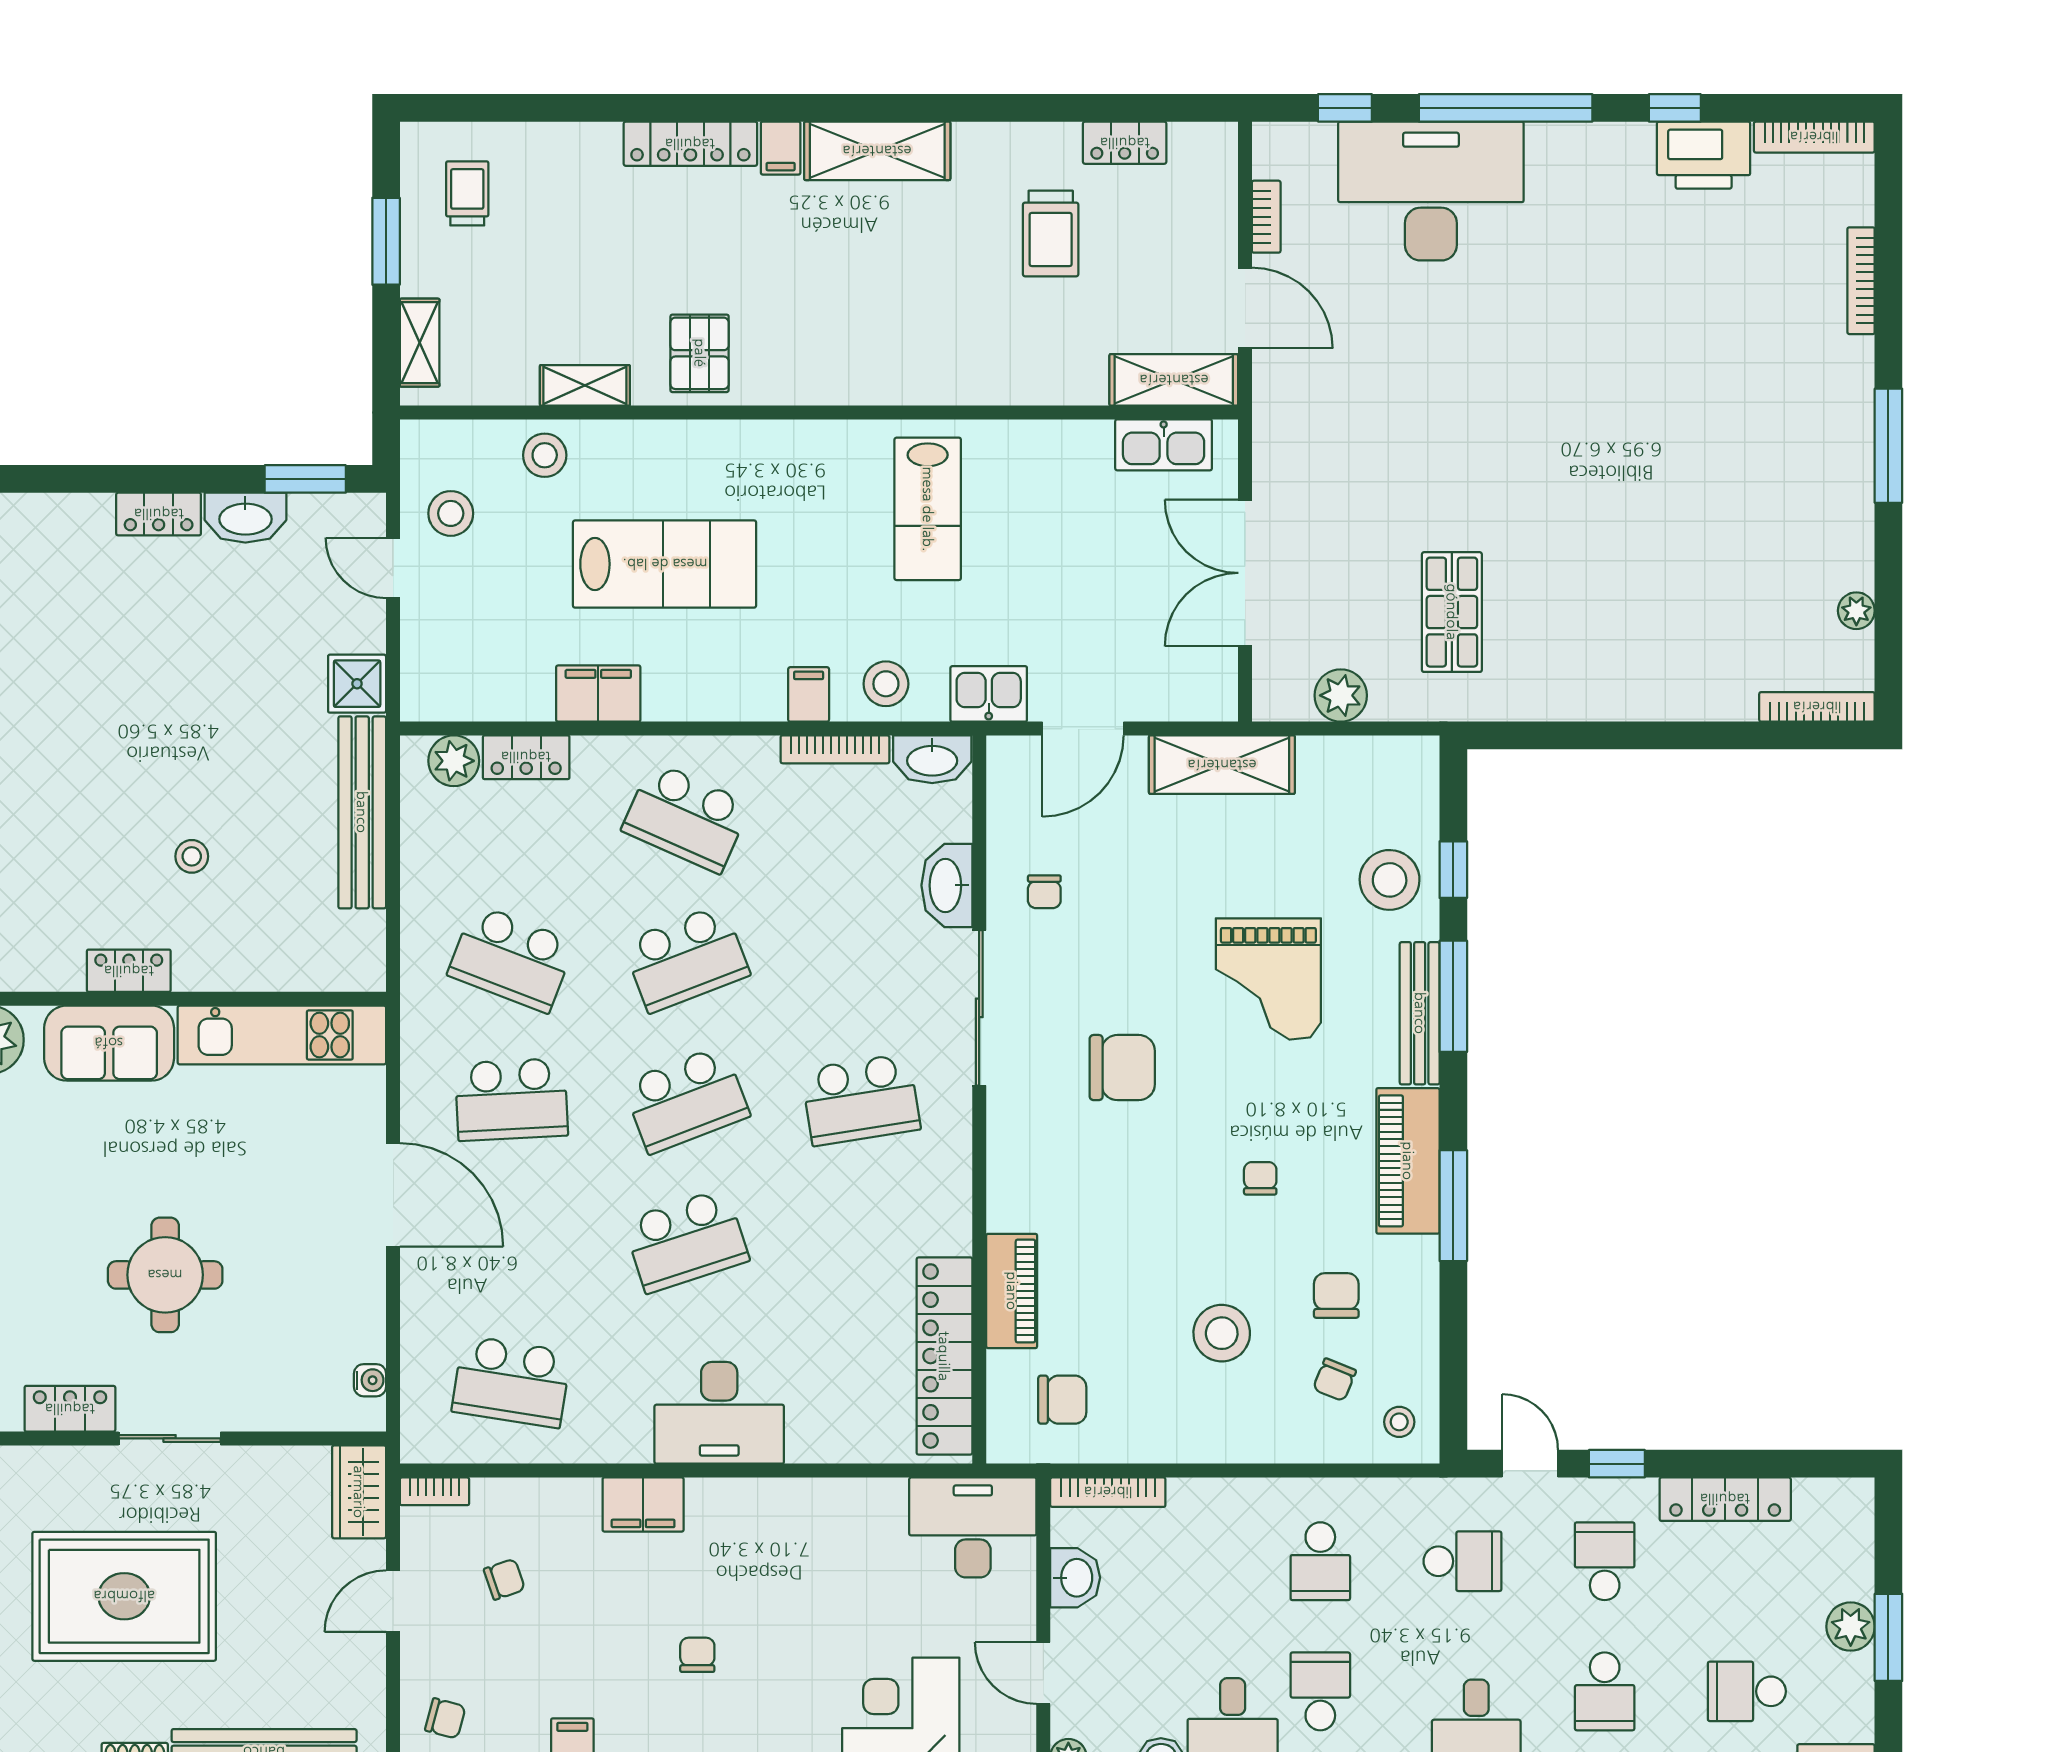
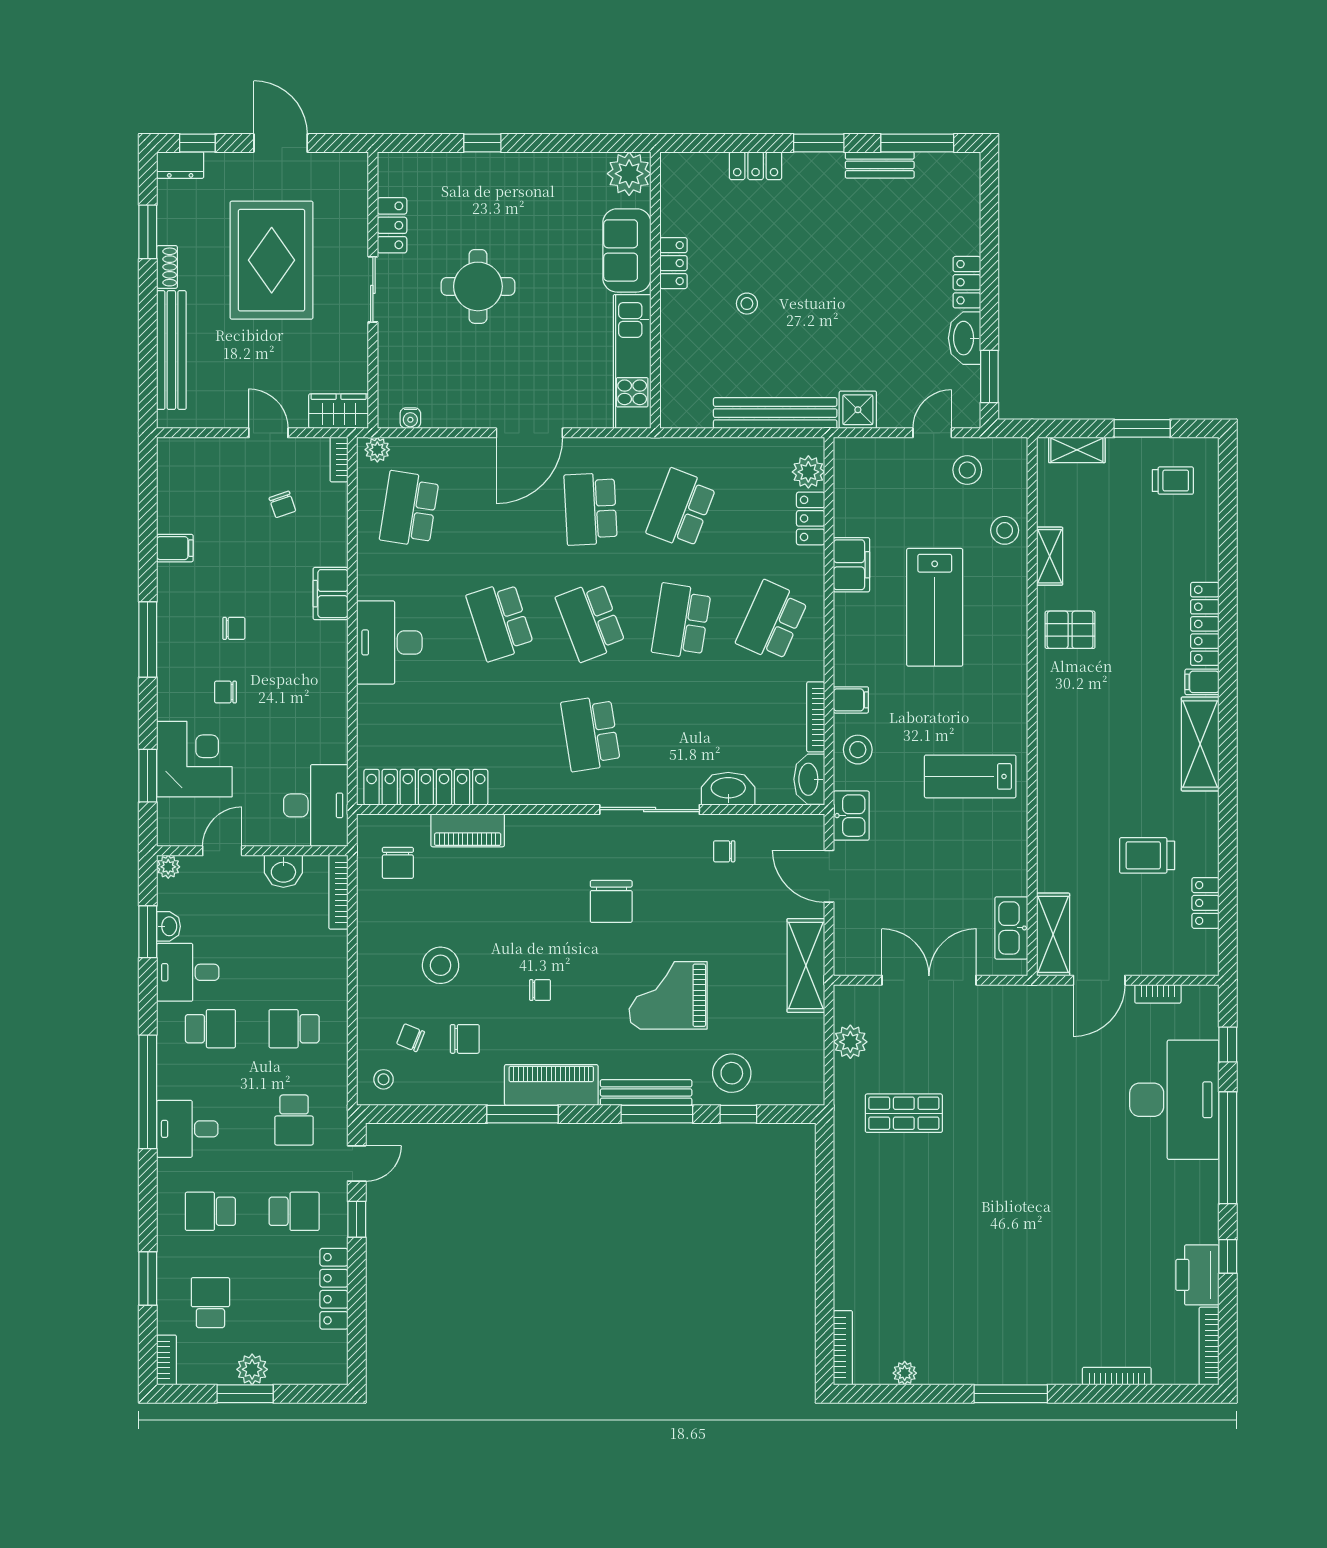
school desk: (686, 958) -> (681, 621), turned 30
plant: (419, 1432) -> (377, 450), added
chair: (445, 1718) -> (226, 692), moved, turned 75

